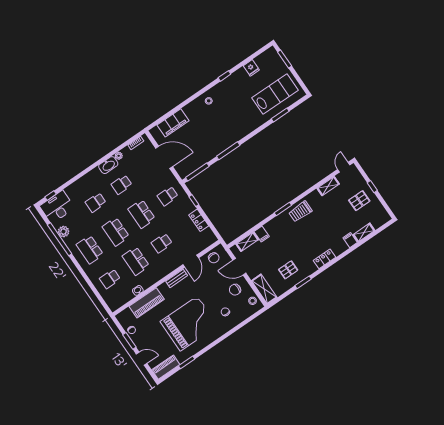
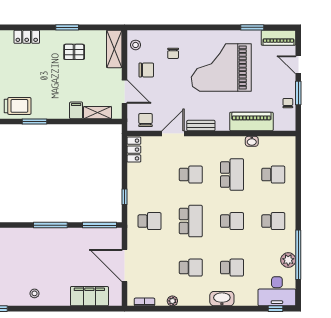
washbasin: (108, 165) -> (222, 299), moved
locker: (199, 220) -> (134, 150), moved
school desk: (116, 232) -> (232, 221), width x0.54
school desk: (90, 250) -> (273, 221), width x0.54

